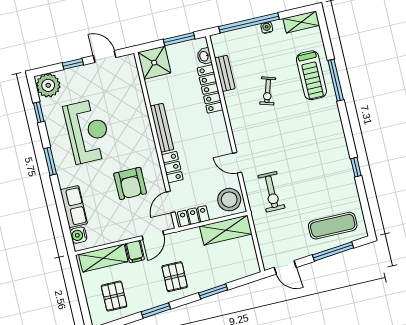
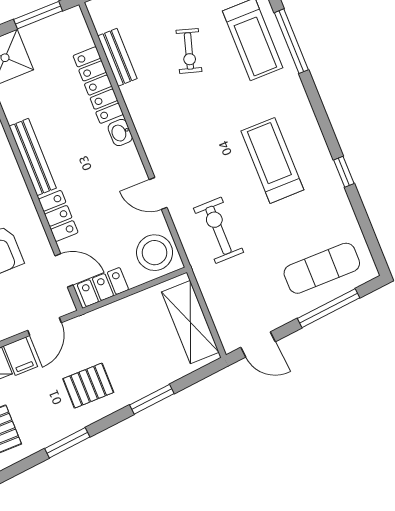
washbasin: (204, 56) -> (120, 133), moved
exercise bike: (268, 91) -> (189, 51), moved
treadmill: (312, 153) -> (272, 160), added
exercise bike: (272, 192) -> (219, 230), turned 180
door: (171, 202) -> (64, 270), swing flipped
shelving: (226, 230) -> (190, 322), moved, turned 90
pallet: (175, 277) -> (88, 386), turned 90

